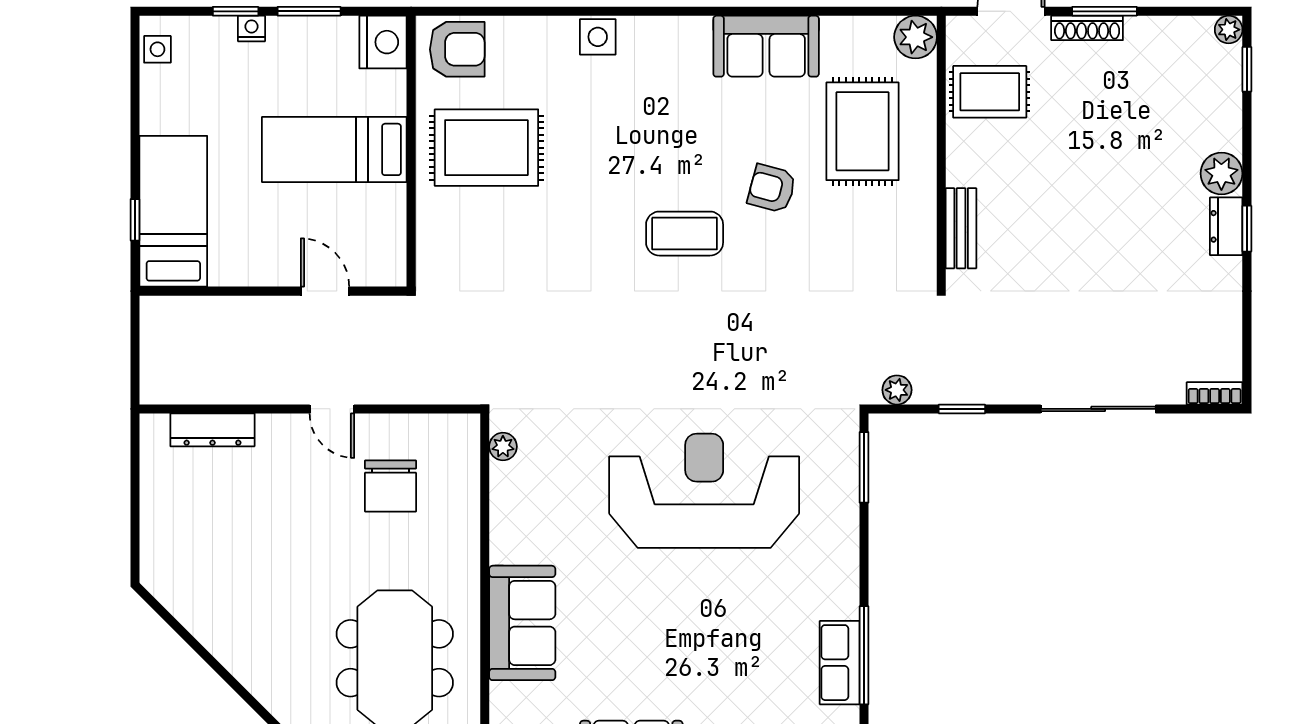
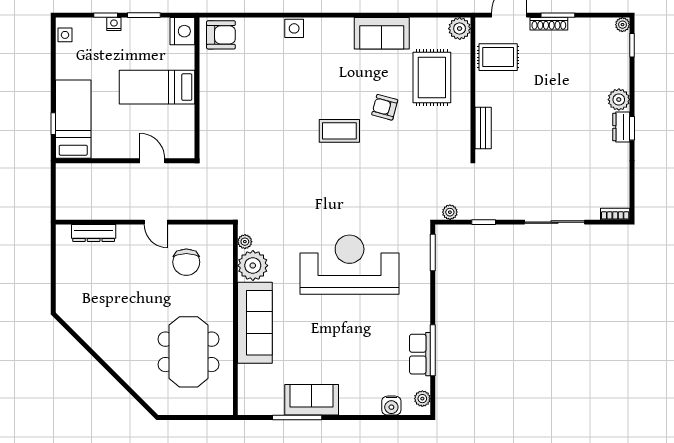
rug: (486, 148) -> (236, 86), removed
plant: (518, 492) -> (253, 266), added
sofa: (522, 623) -> (255, 323), width x1.36

